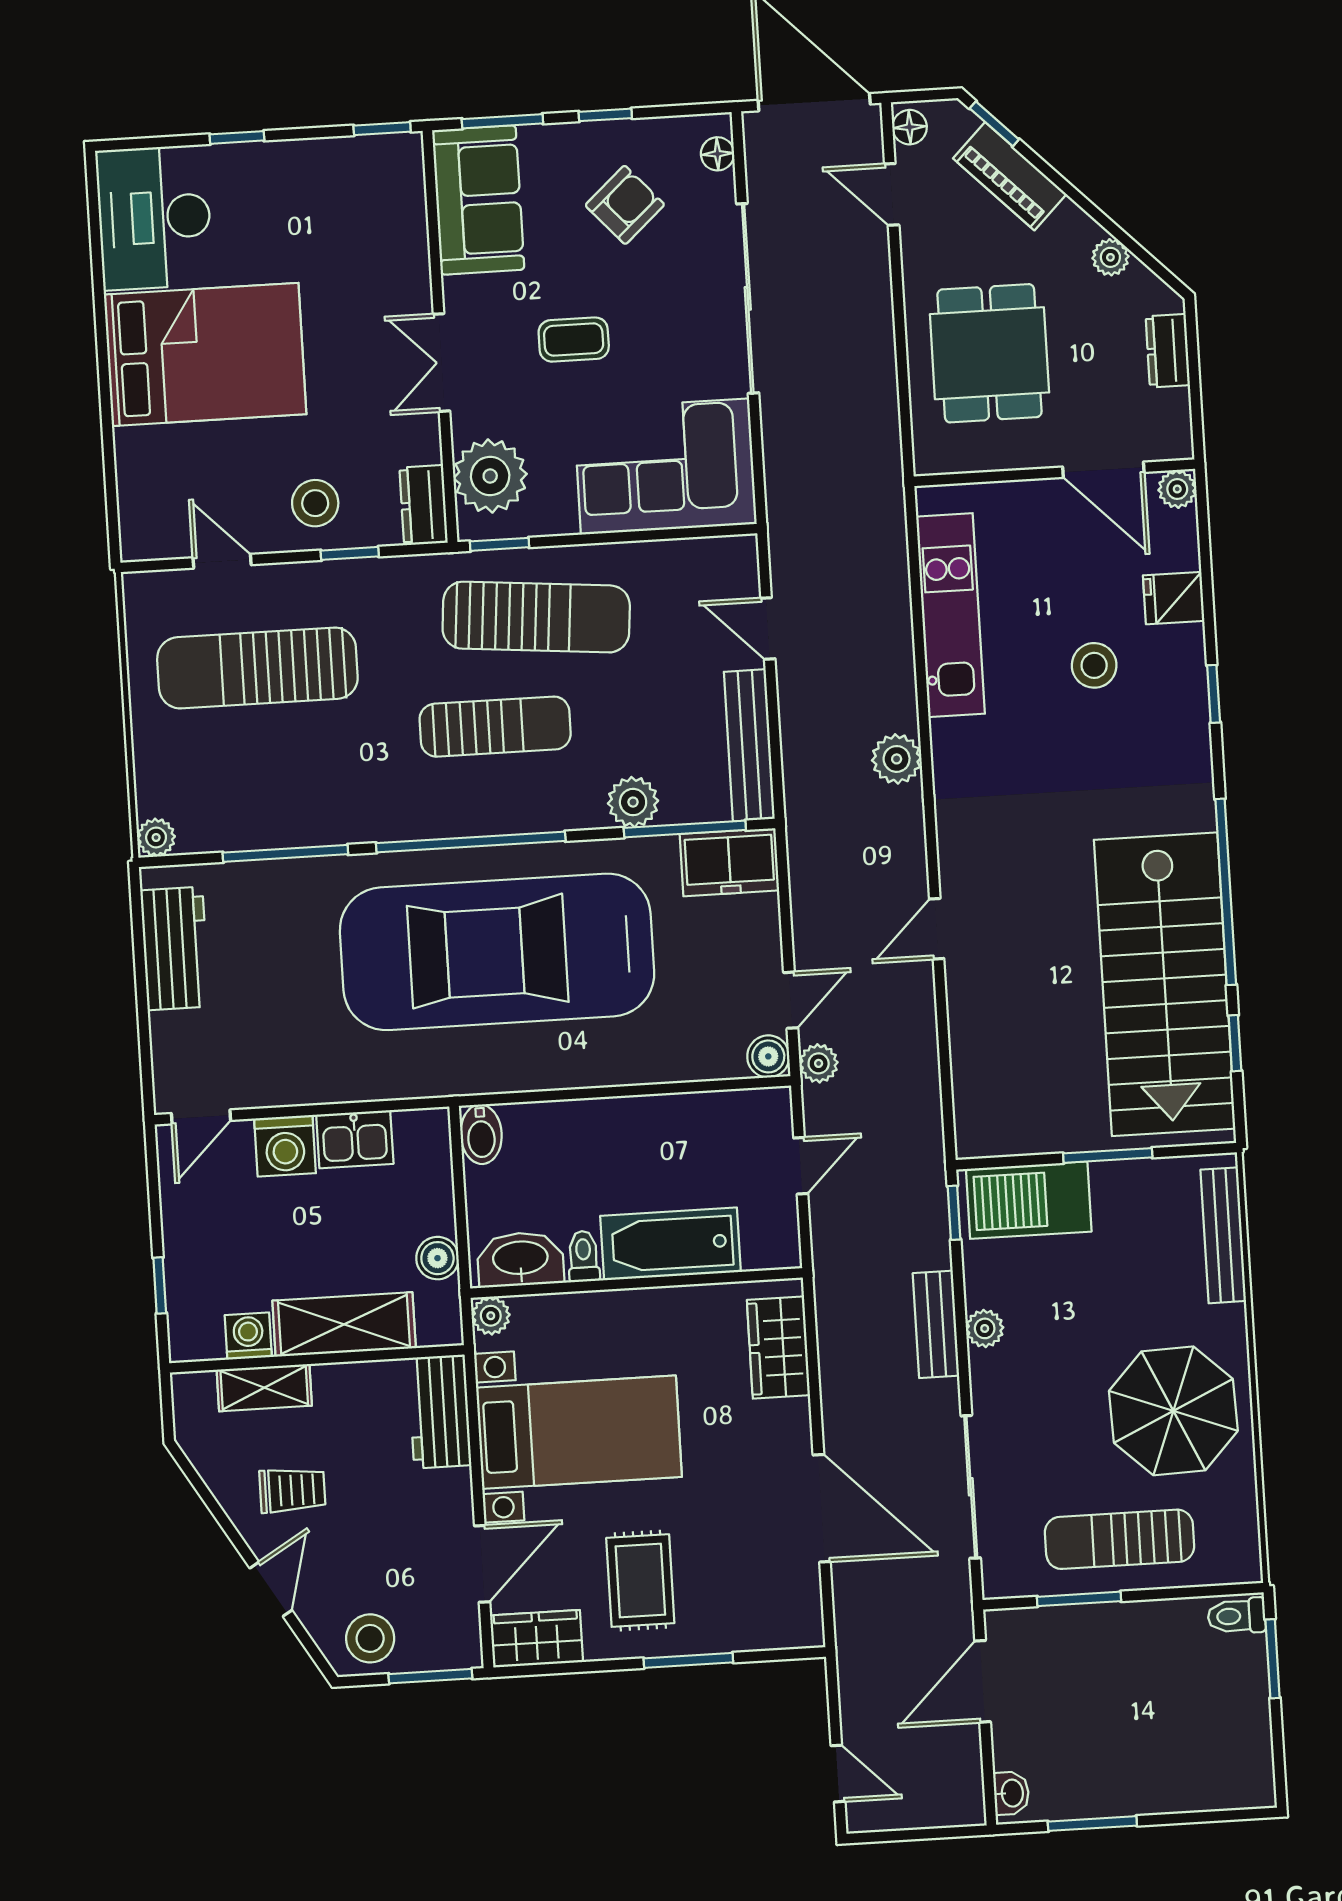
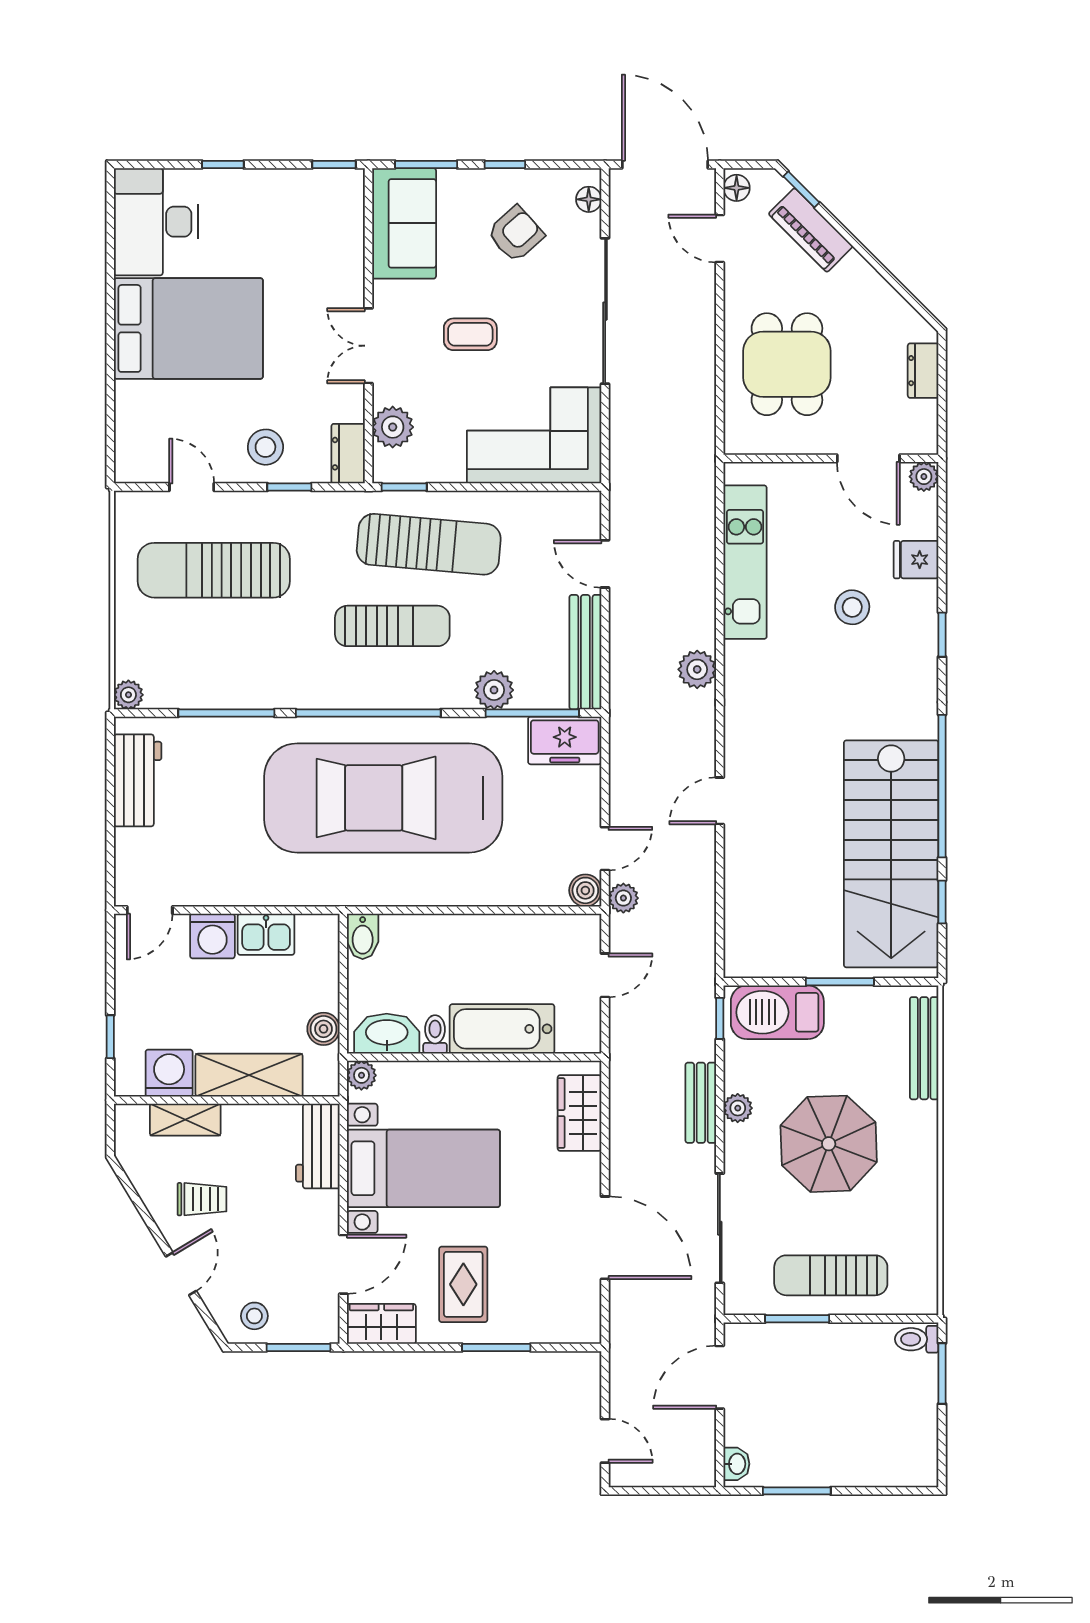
plant: (1110, 257) -> (884, 297), removed
plant: (490, 476) -> (393, 427), width x0.73, depth x0.73
washing machine: (248, 1336) -> (169, 1073), width x1.38, depth x1.38
parasol: (1173, 1411) -> (829, 1144), moved
stool: (370, 1638) -> (254, 1316), width x0.73, depth x0.73

